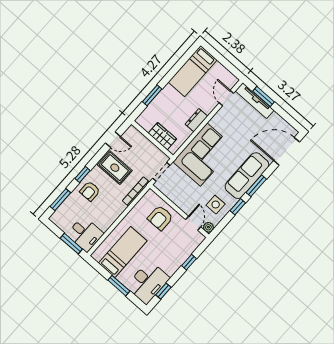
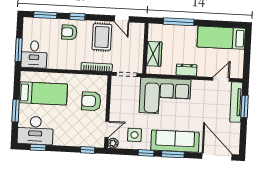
window: (152, 95) -> (179, 22), width x1.44
window: (189, 262) -> (88, 150), moved

